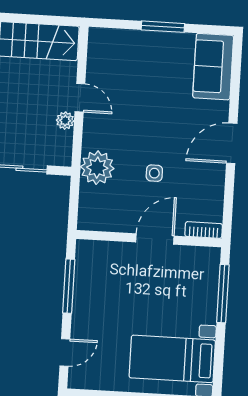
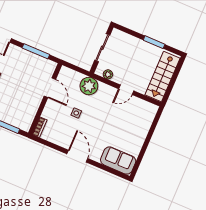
window: (163, 27) -> (146, 143), removed
plant: (65, 121) -> (108, 74), moved
door: (155, 239) -> (50, 88), moved

